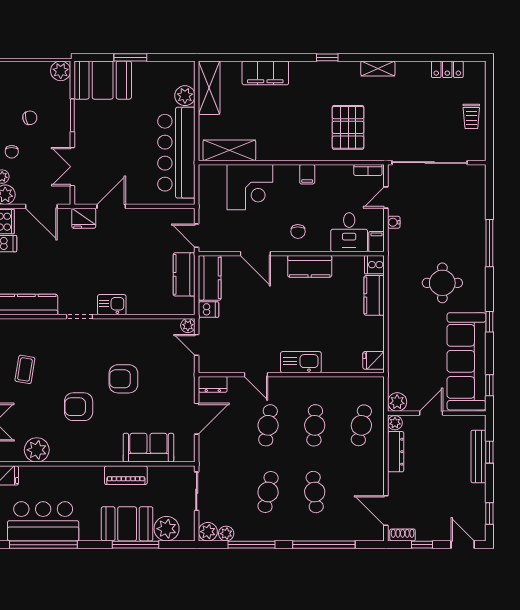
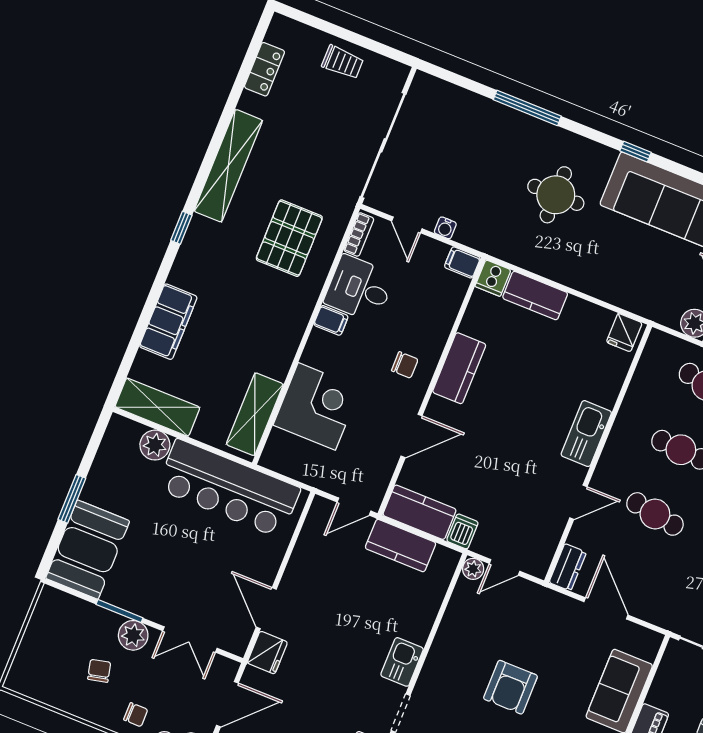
shelving: (378, 68) -> (228, 166), width x2.20, depth x1.33
plant: (61, 71) -> (133, 635), moved
pallet: (348, 127) -> (289, 238), turned 90
desk: (349, 232) -> (359, 289), moved, turned 180

